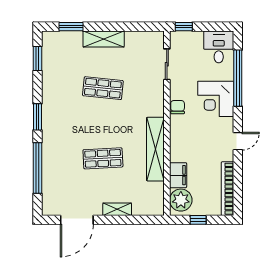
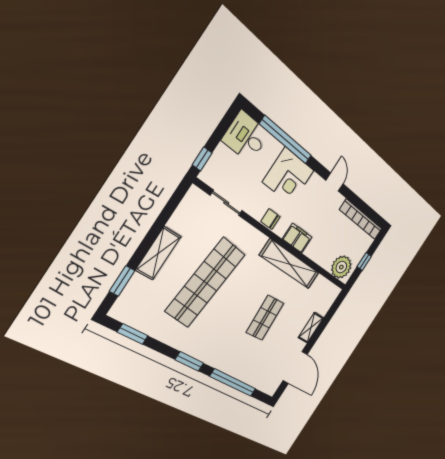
shop shelf: (103, 88) -> (205, 282), width x2.00, depth x1.36
filing cabinet: (178, 175) -> (297, 238), moved

